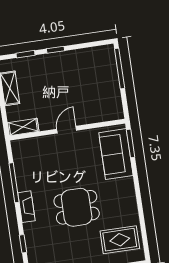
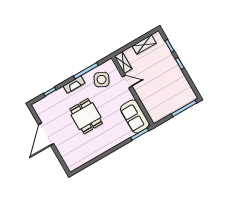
door: (67, 130) -> (127, 82), moved
sofa: (116, 154) -> (135, 116), moved, turned -90
side table: (35, 166) -> (102, 80), added
rug: (120, 240) -> (77, 151), removed

